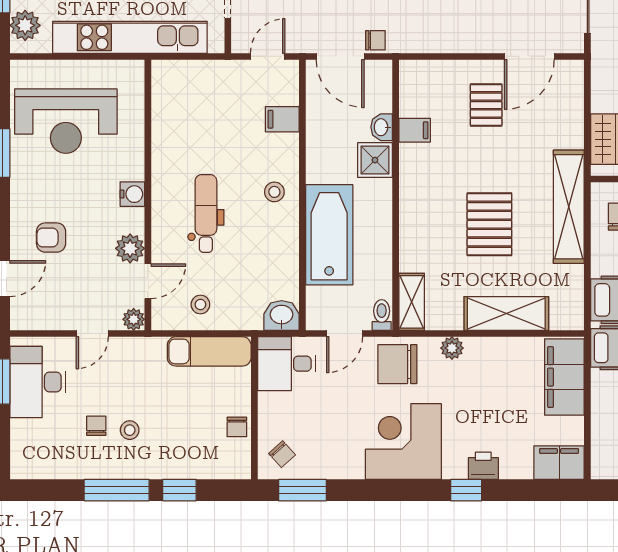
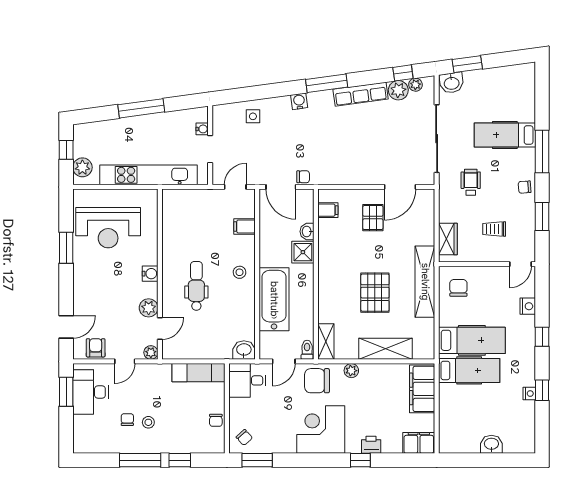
filing cabinet: (415, 130) -> (328, 210), moved
armchair: (51, 238) -> (96, 348), moved, turned 90
stool: (200, 304) -> (193, 343), removed

